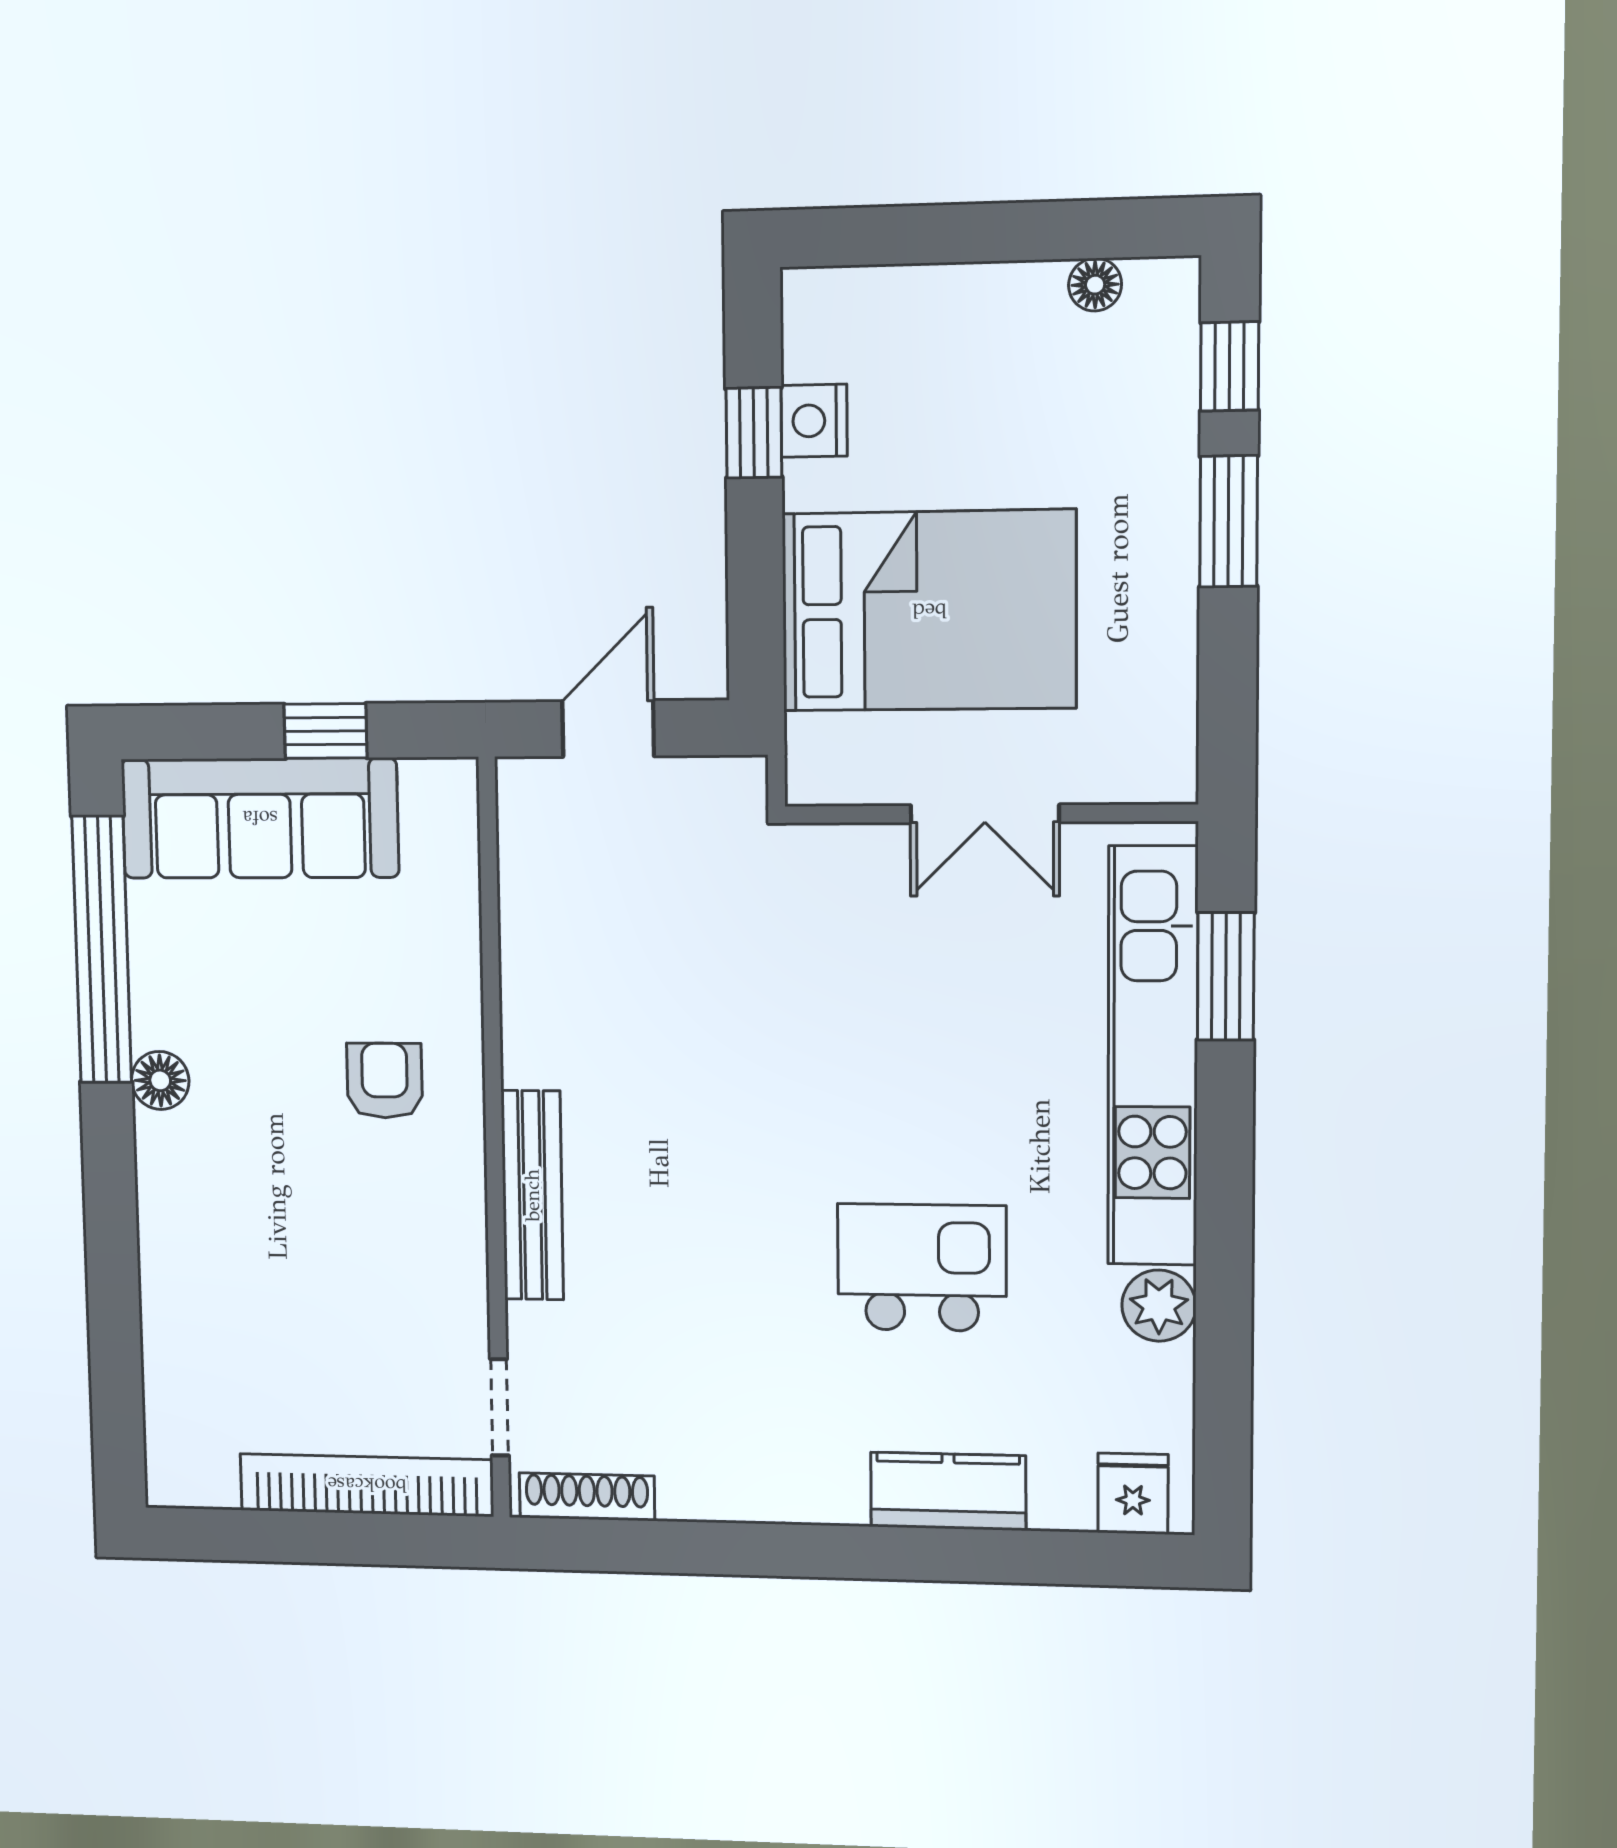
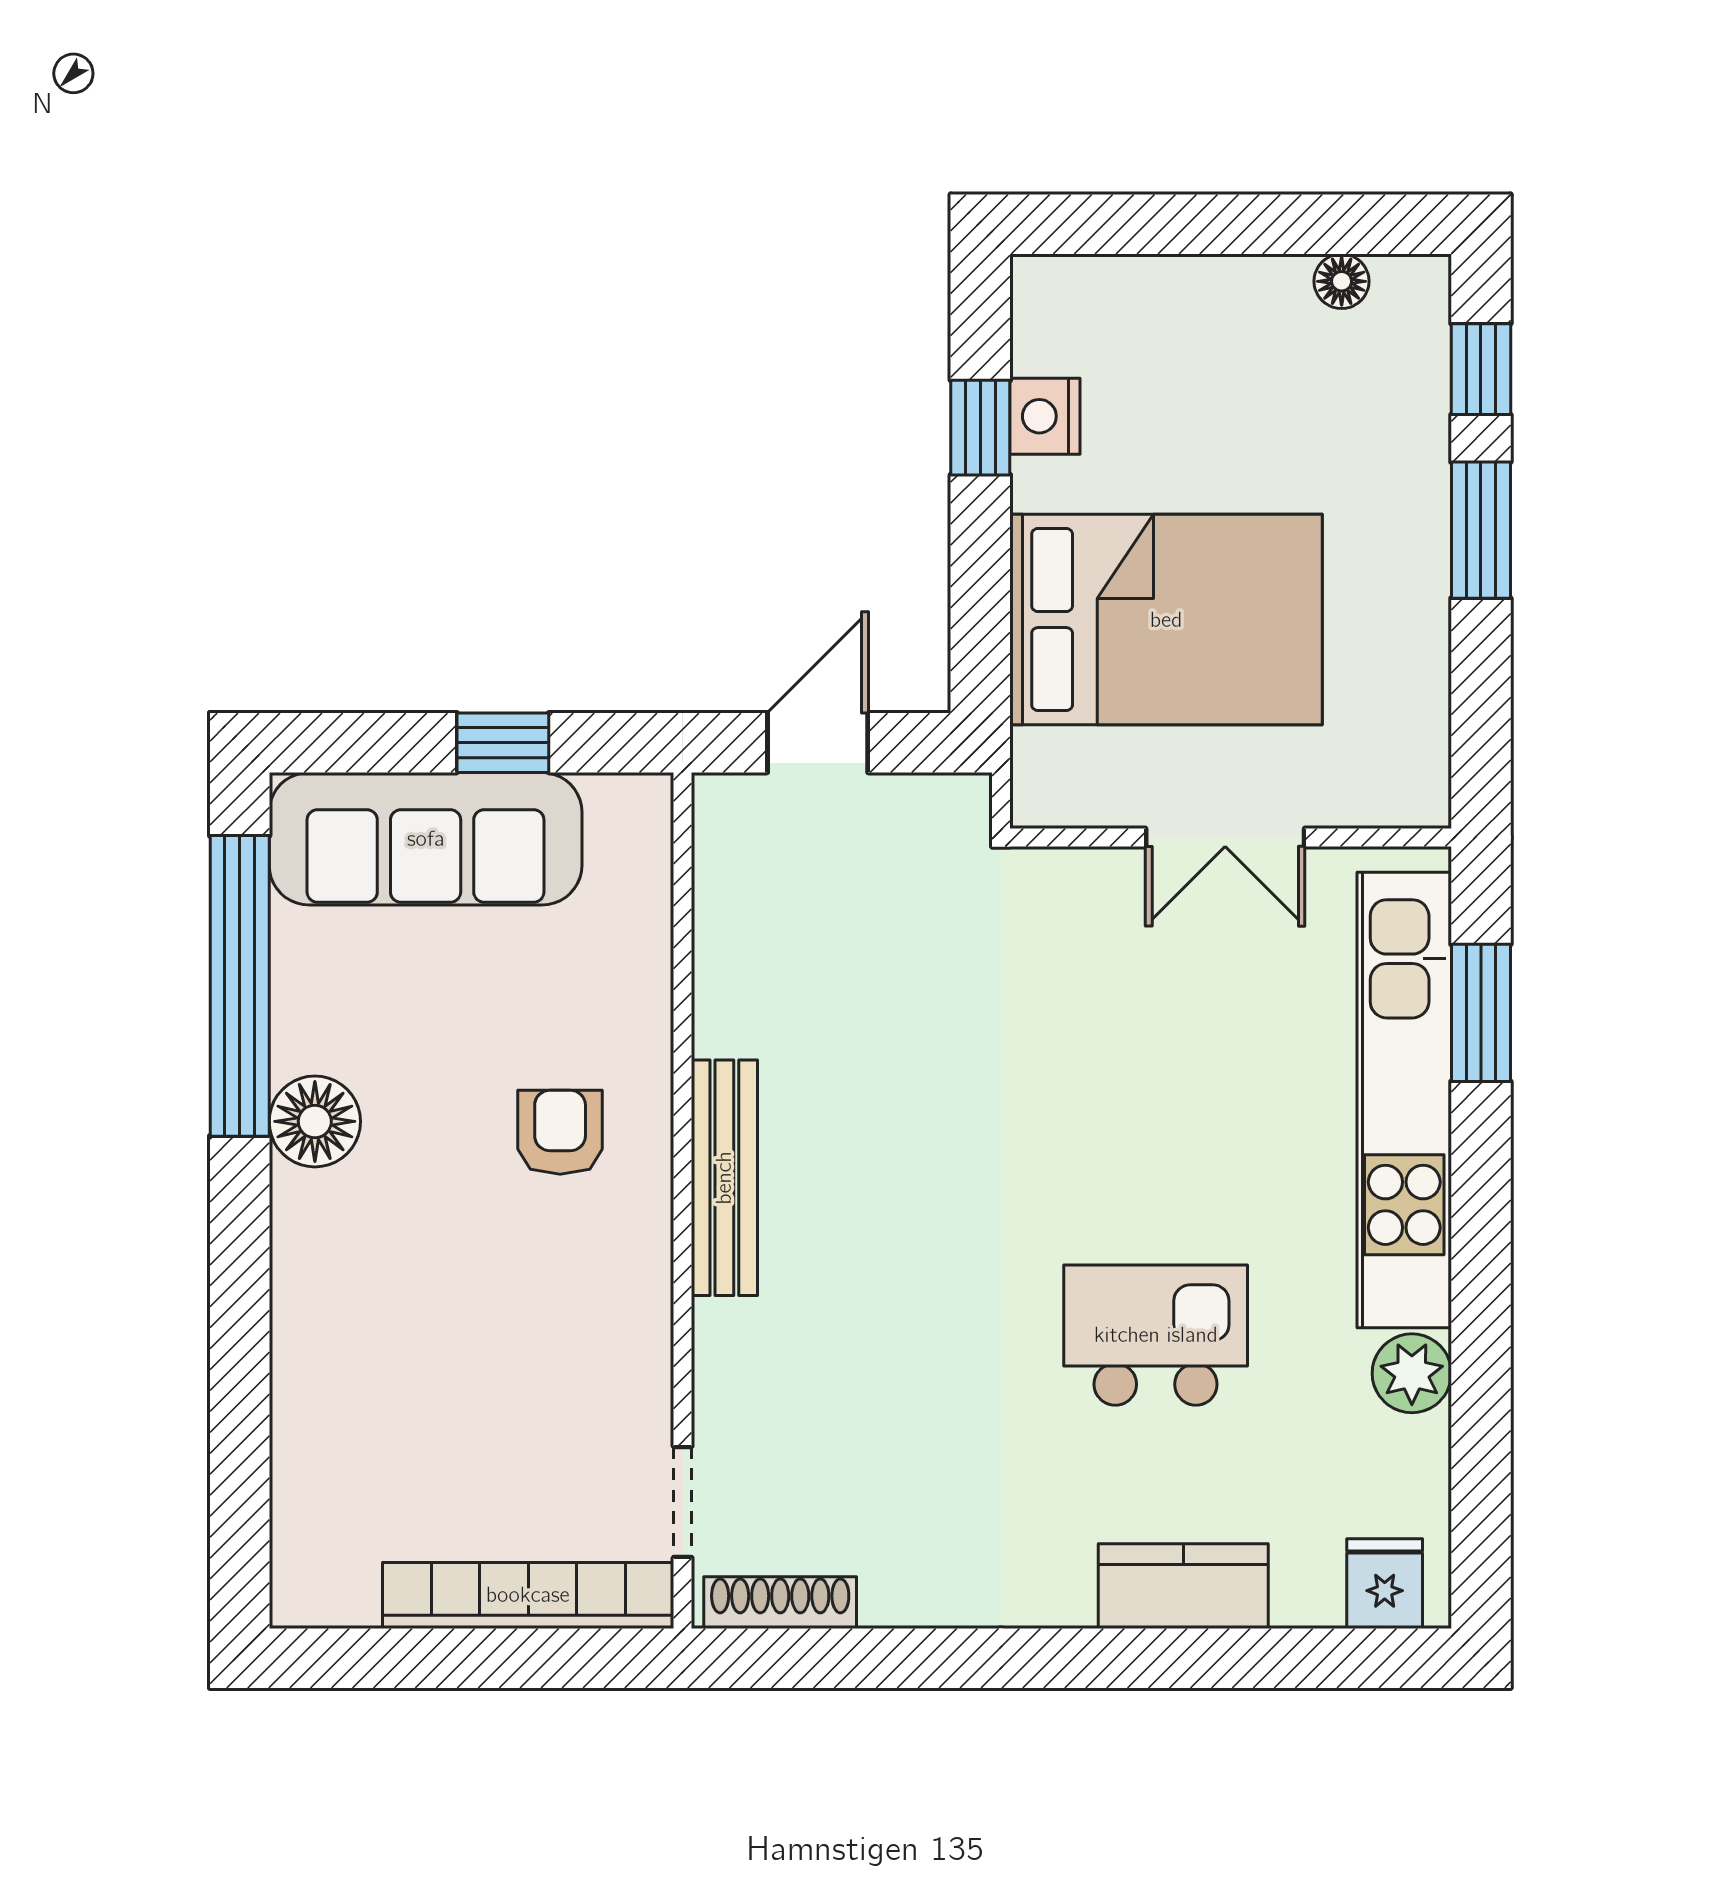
floor lamp: (160, 1080) -> (315, 1121), width x1.38, depth x1.38
bench: (532, 1195) -> (724, 1178), moved

